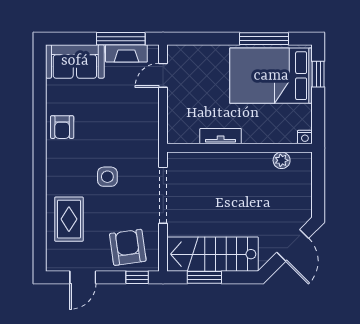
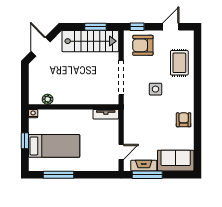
window: (318, 74) -> (25, 141), moved
bed: (271, 76) -> (54, 146), width x0.67
tv unit: (221, 136) -> (106, 114), moved
armchair: (128, 247) -> (143, 45), turned 98

